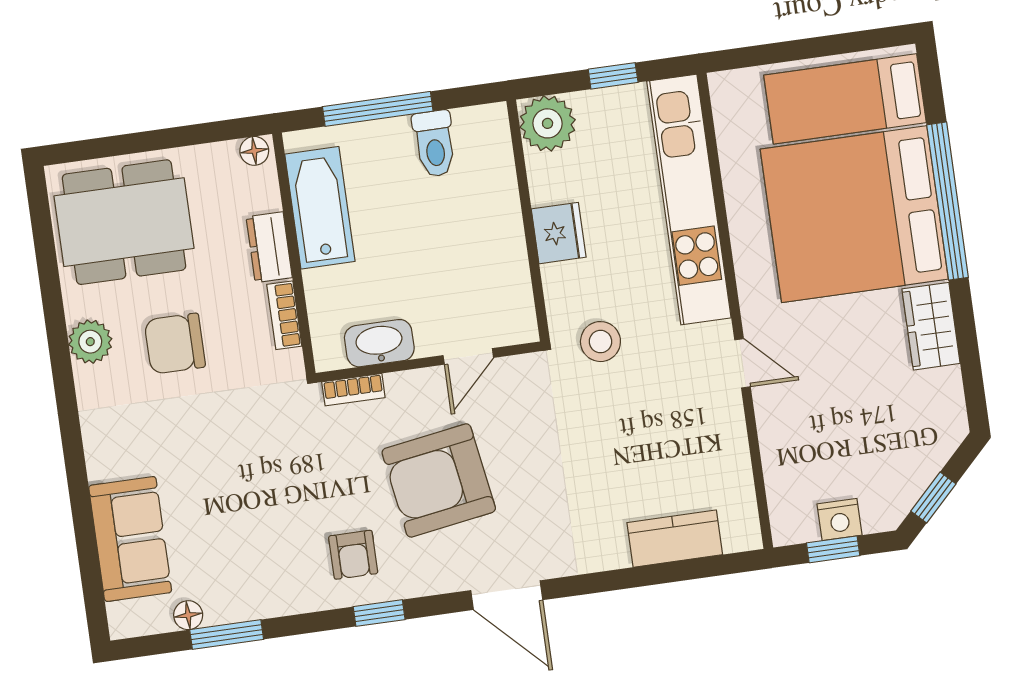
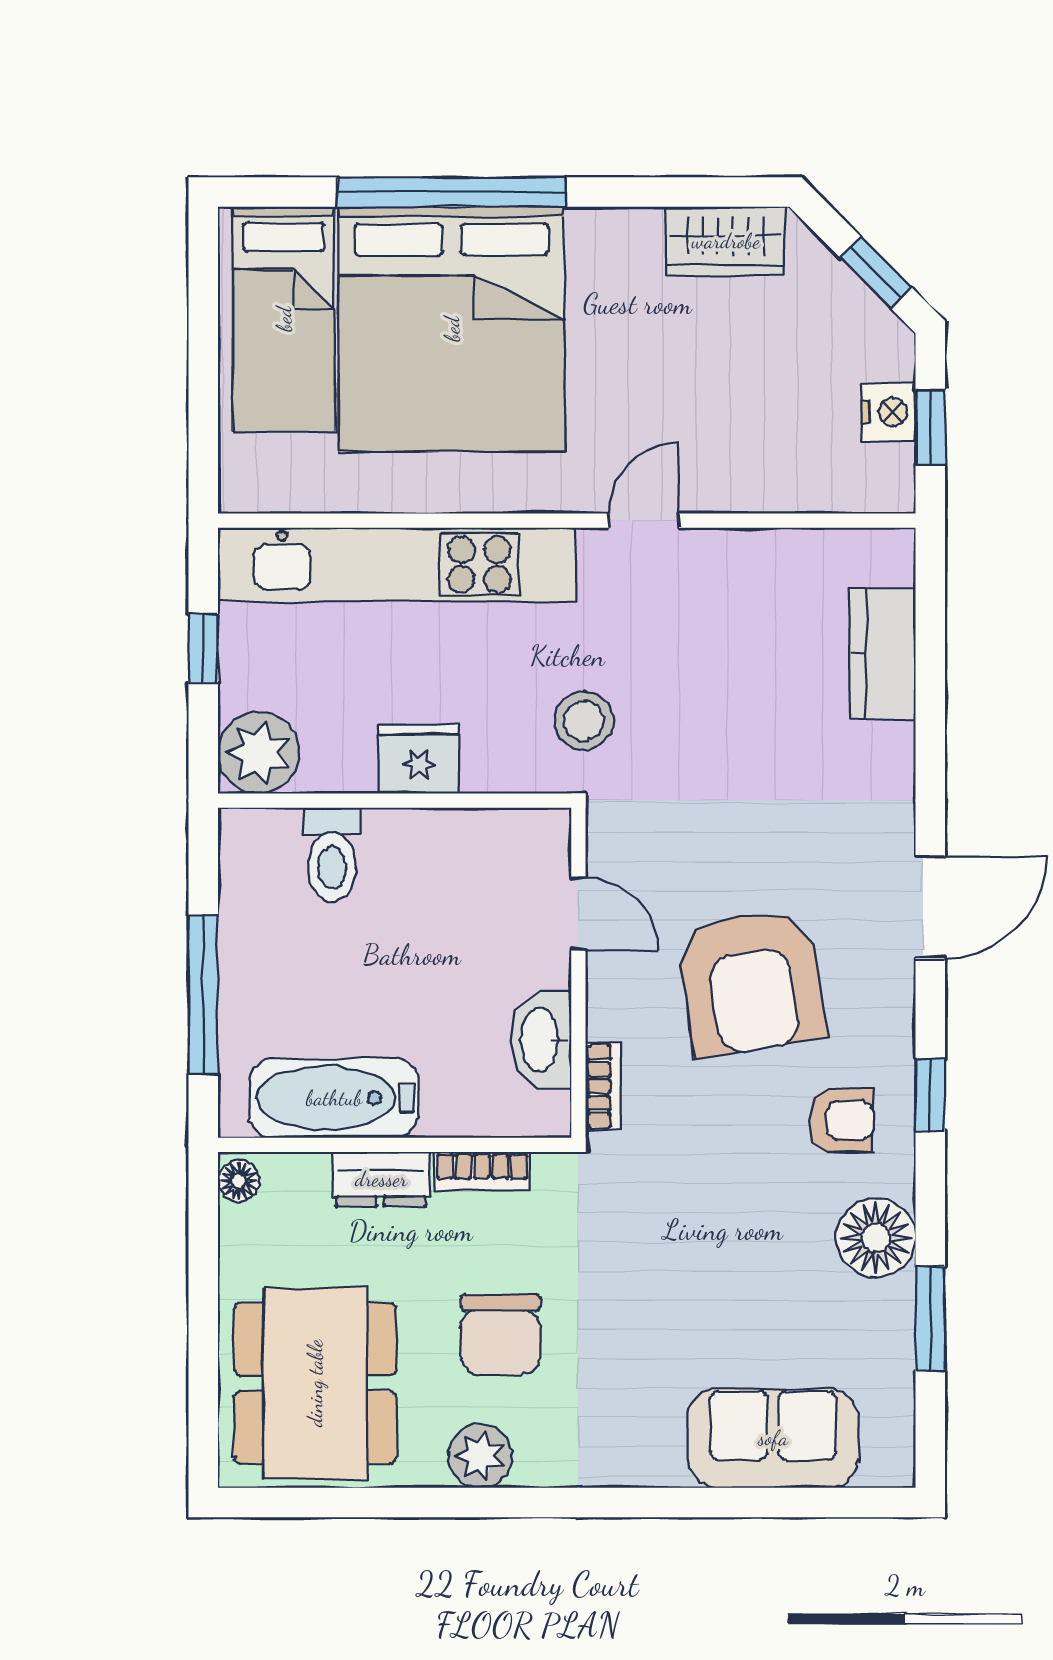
toilet: (434, 144) -> (332, 855), moved, turned 90
wardrobe: (931, 326) -> (726, 241), moved
floor lamp: (188, 615) -> (876, 1238), moved, width x1.89, depth x1.89

